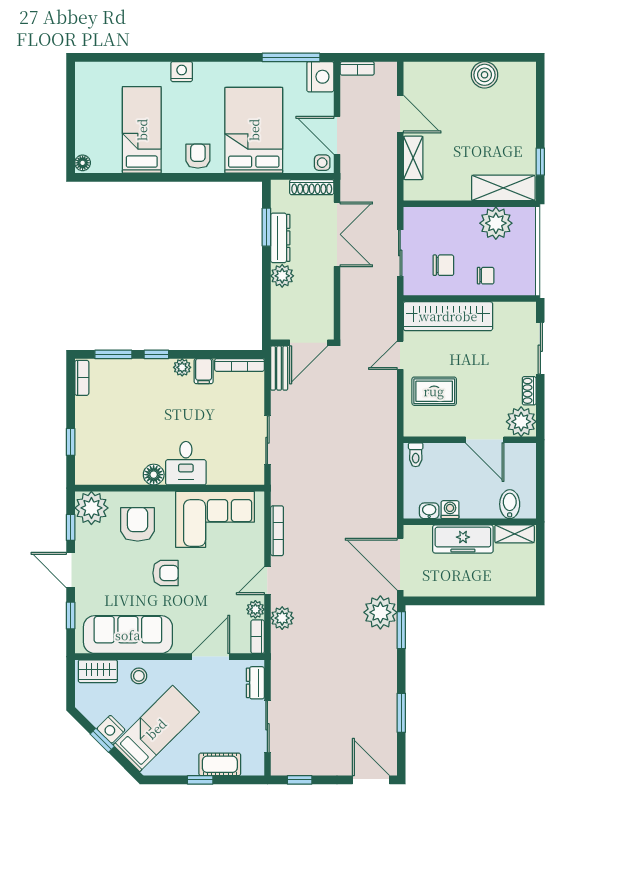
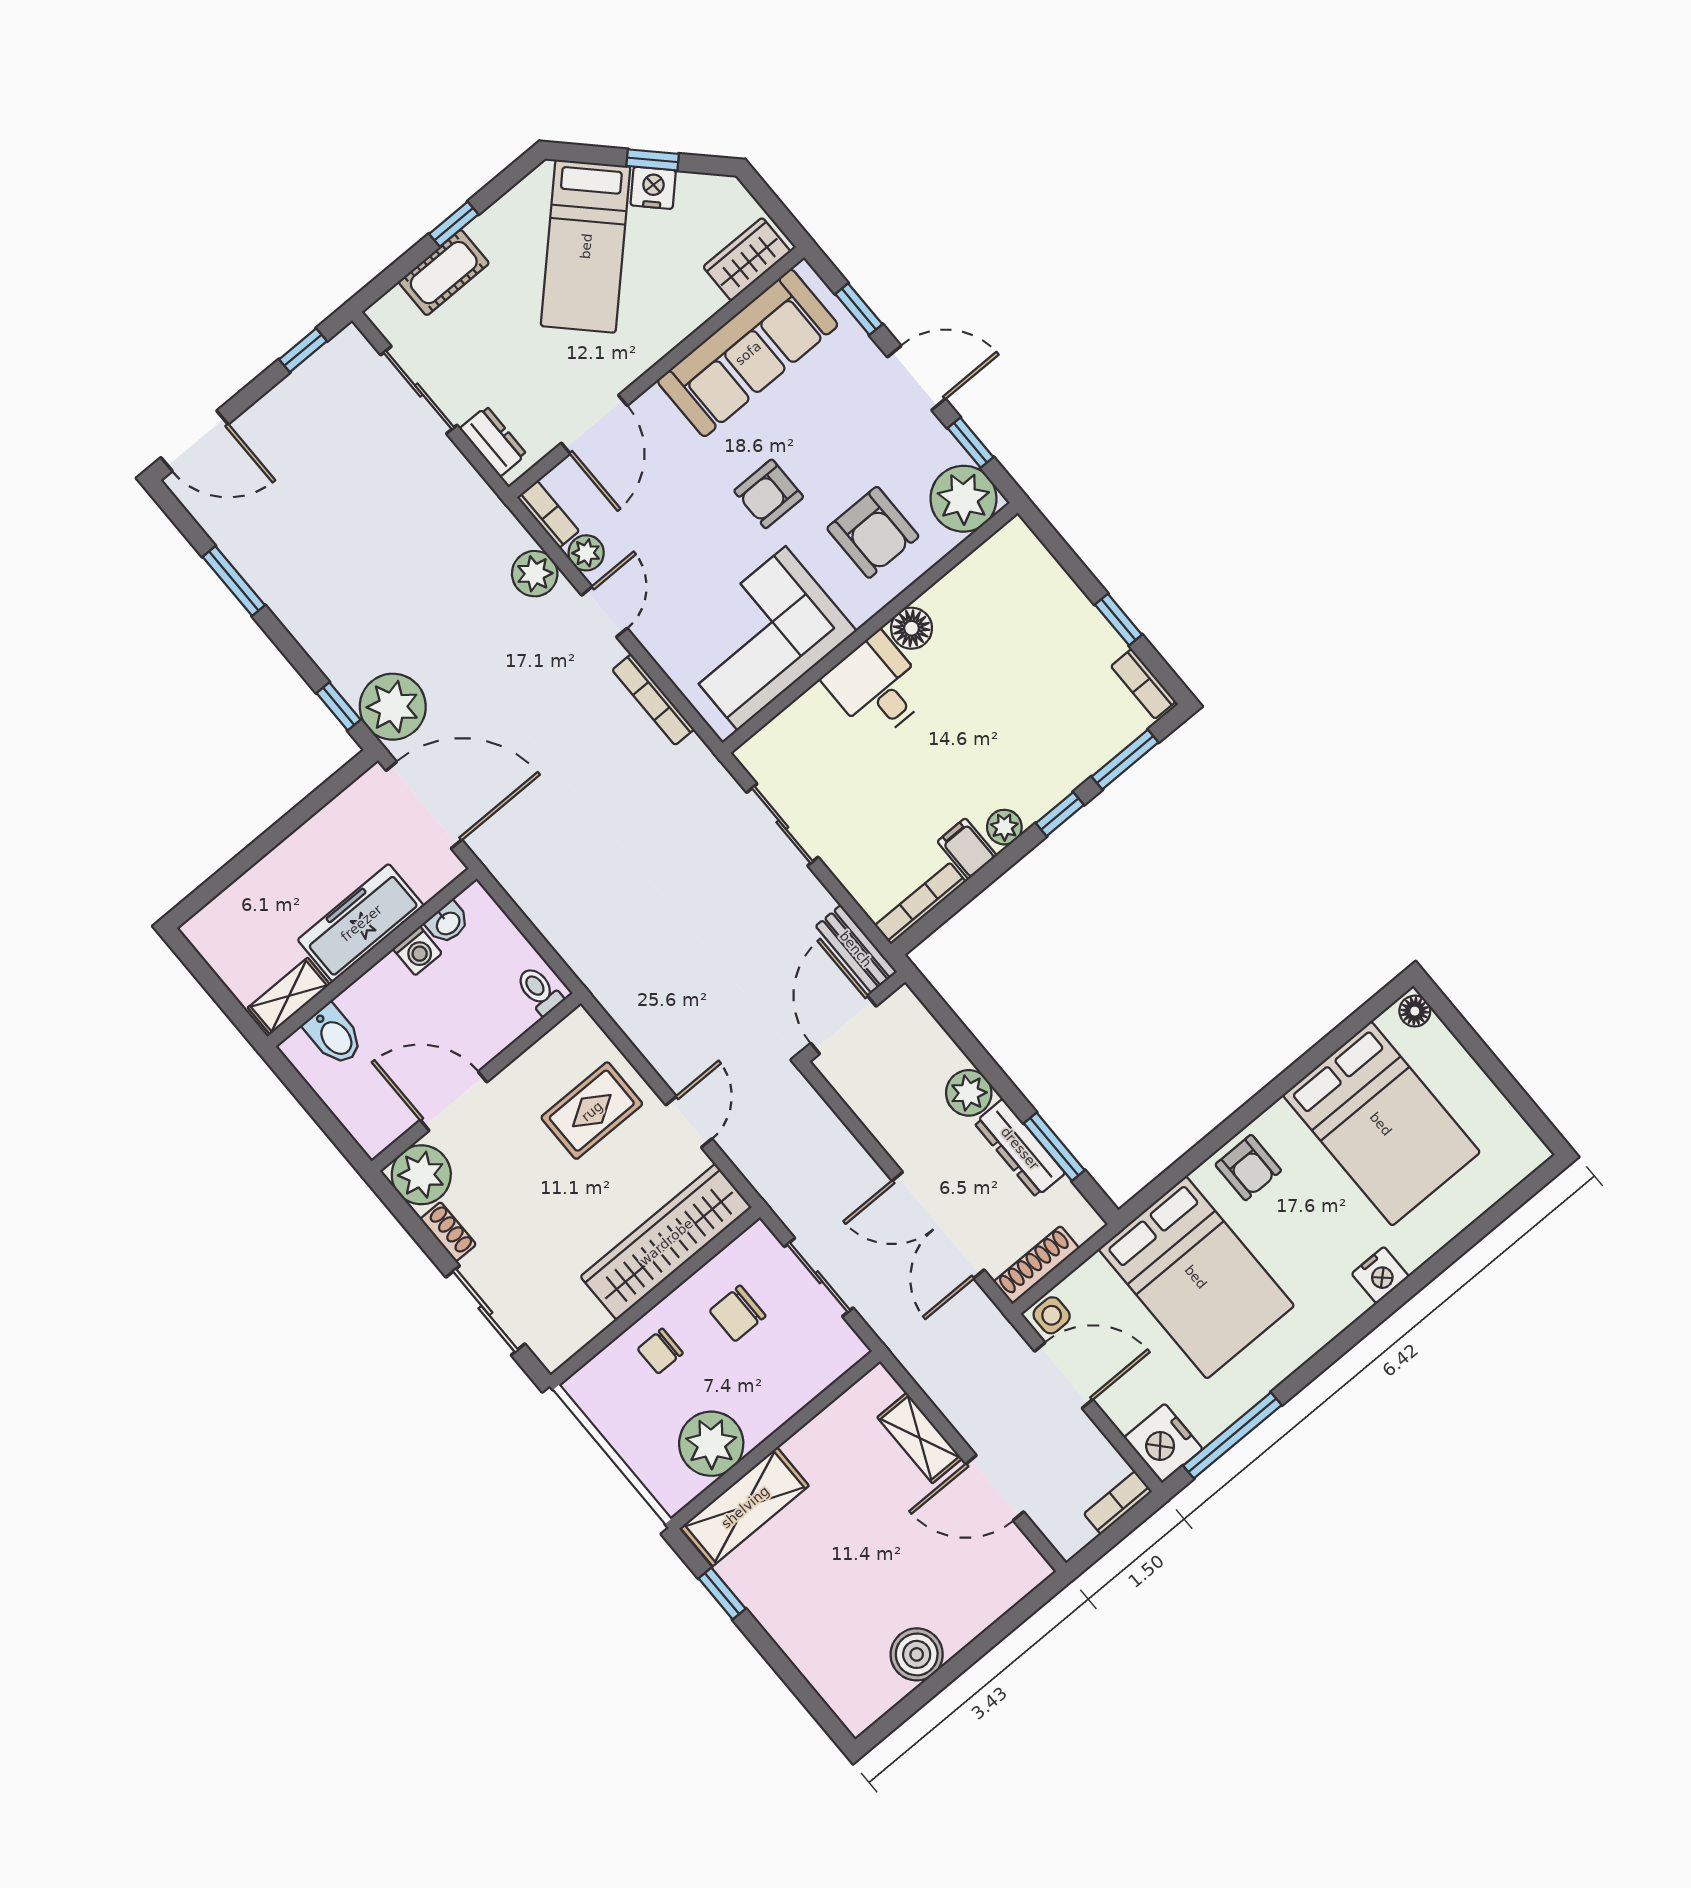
bed: (142, 130) -> (1381, 1124), width x1.50
window: (71, 442) -> (1118, 620), moved
window: (401, 630) -> (339, 706), width x0.67
stool: (139, 676) -> (679, 304), removed

